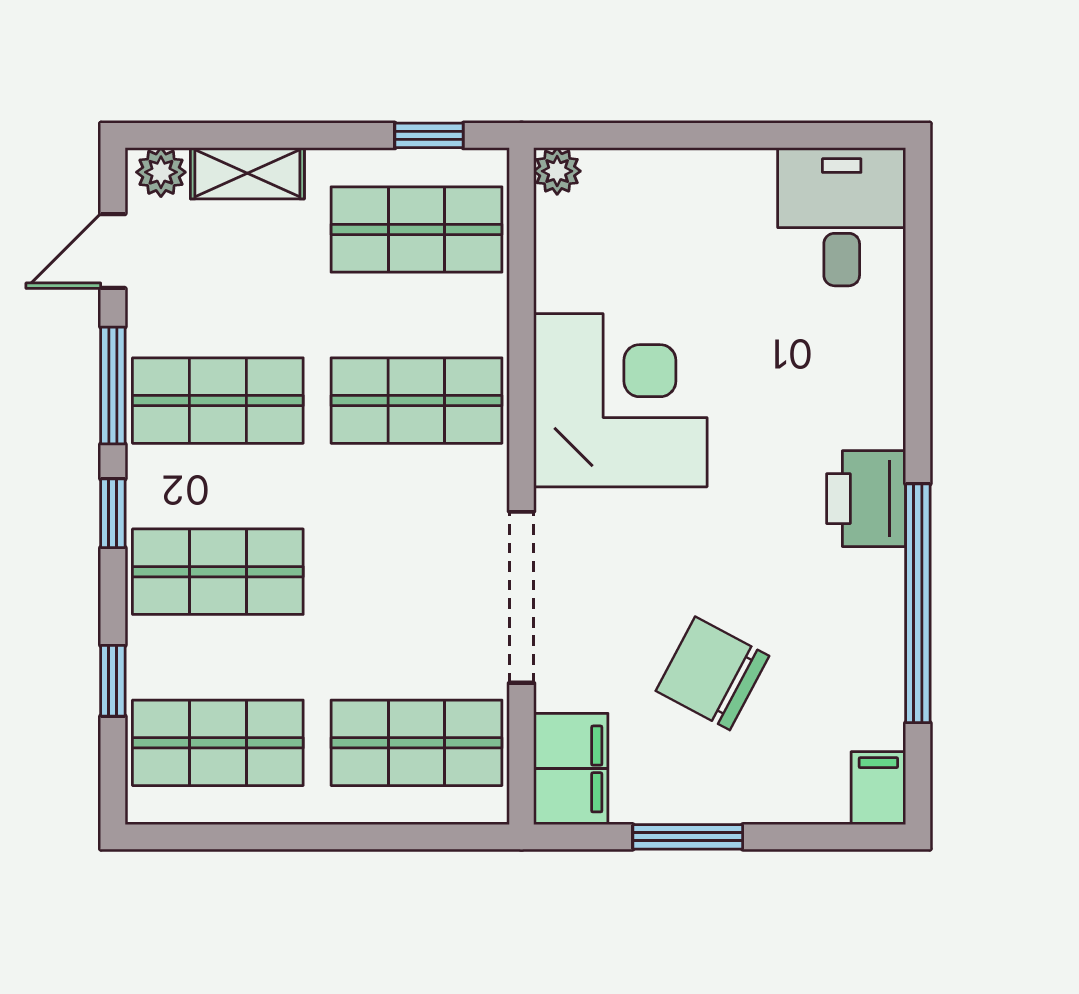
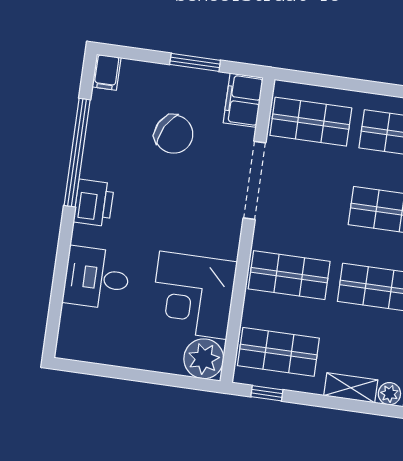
plant: (557, 171) -> (204, 359), width x1.88, depth x1.88
desk: (842, 217) -> (97, 278), moved, turned 90
corner desk: (620, 400) -> (193, 295), moved

